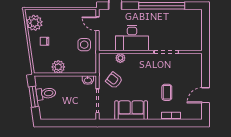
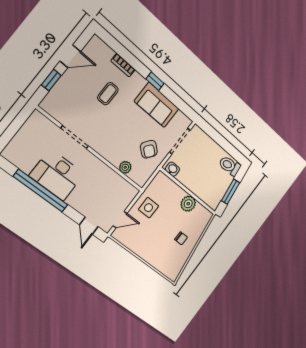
plant: (34, 23) -> (176, 263), removed
door: (97, 24) -> (120, 220), hinge flipped
desk: (132, 38) -> (57, 175), moved, turned 180
window: (206, 73) -> (51, 80), added
toilet: (46, 94) -> (230, 166), moved
window: (144, 123) -> (155, 81), added

